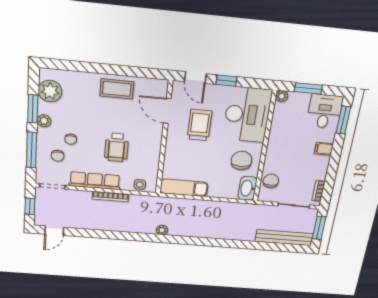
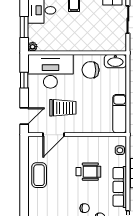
window: (226, 81) -> (24, 80), moved
trolley: (200, 125) -> (63, 108), turned 180
chair: (271, 181) -> (107, 43), removed

